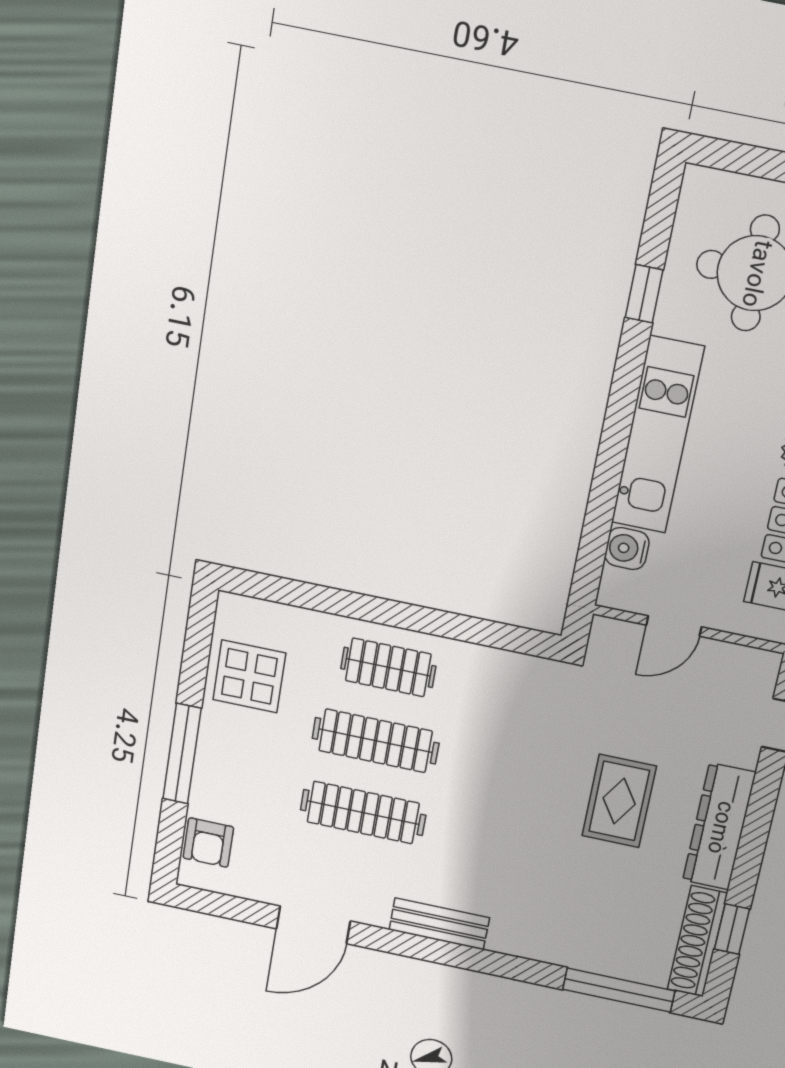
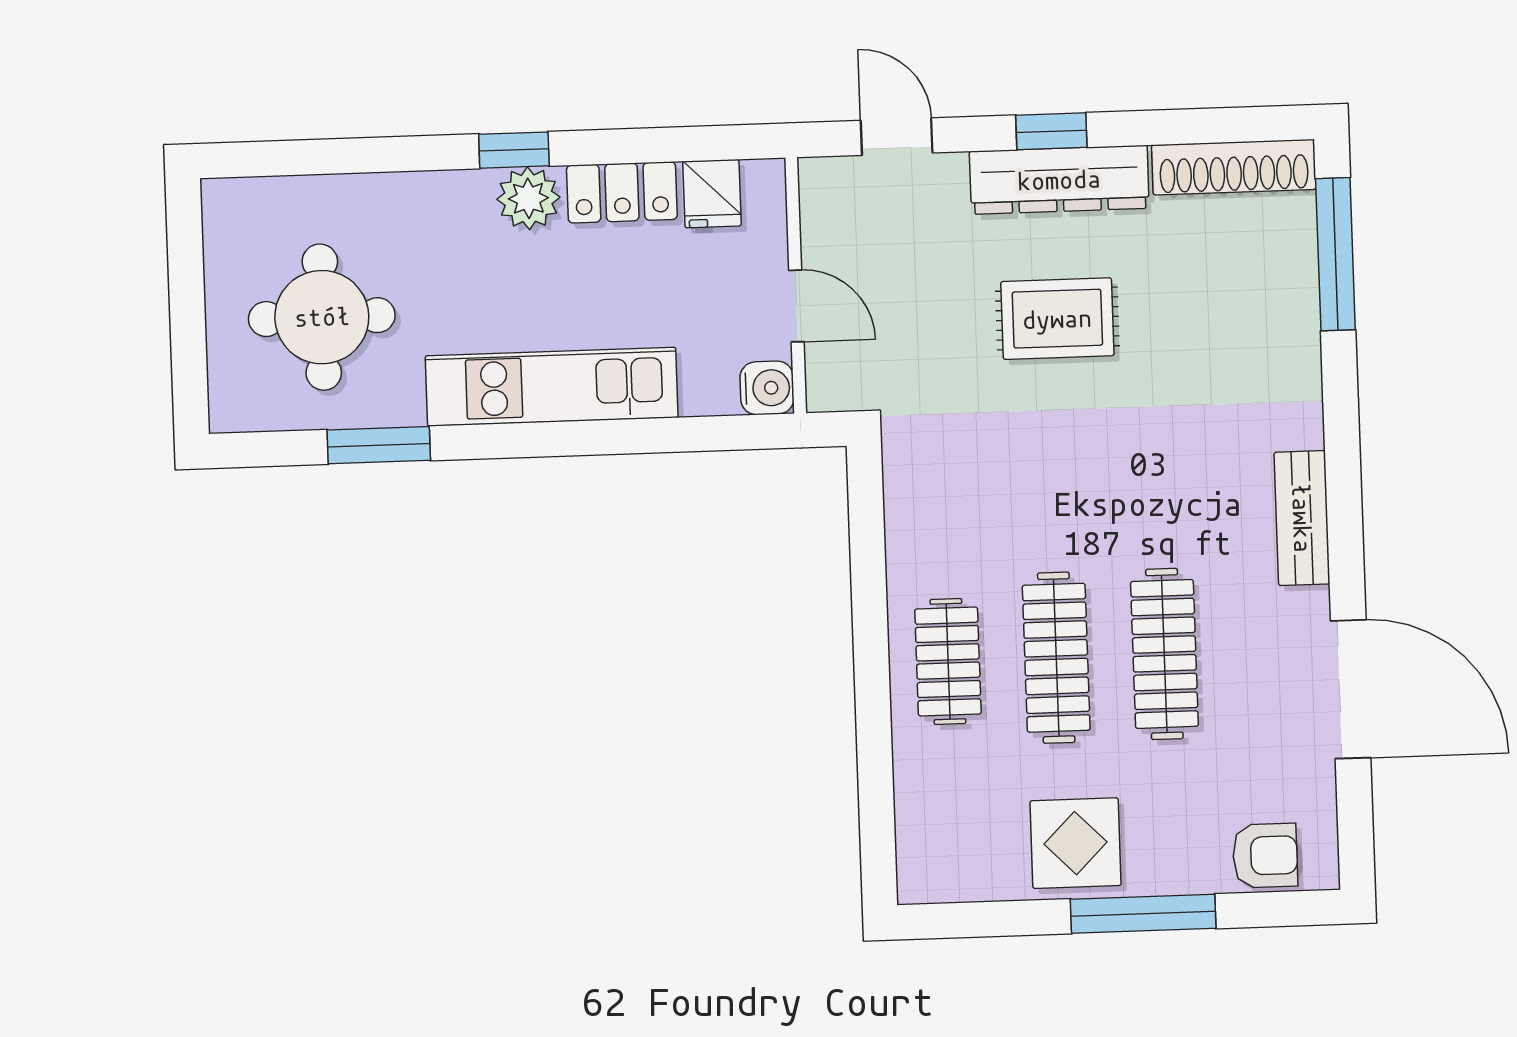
window: (644, 294) -> (379, 445), width x1.50
water cooler: (627, 549) -> (767, 388), moved, turned -90
display table: (249, 676) -> (1076, 843), moved
door: (313, 925) -> (1351, 689), width x1.36
window: (732, 929) -> (1051, 131), moved

